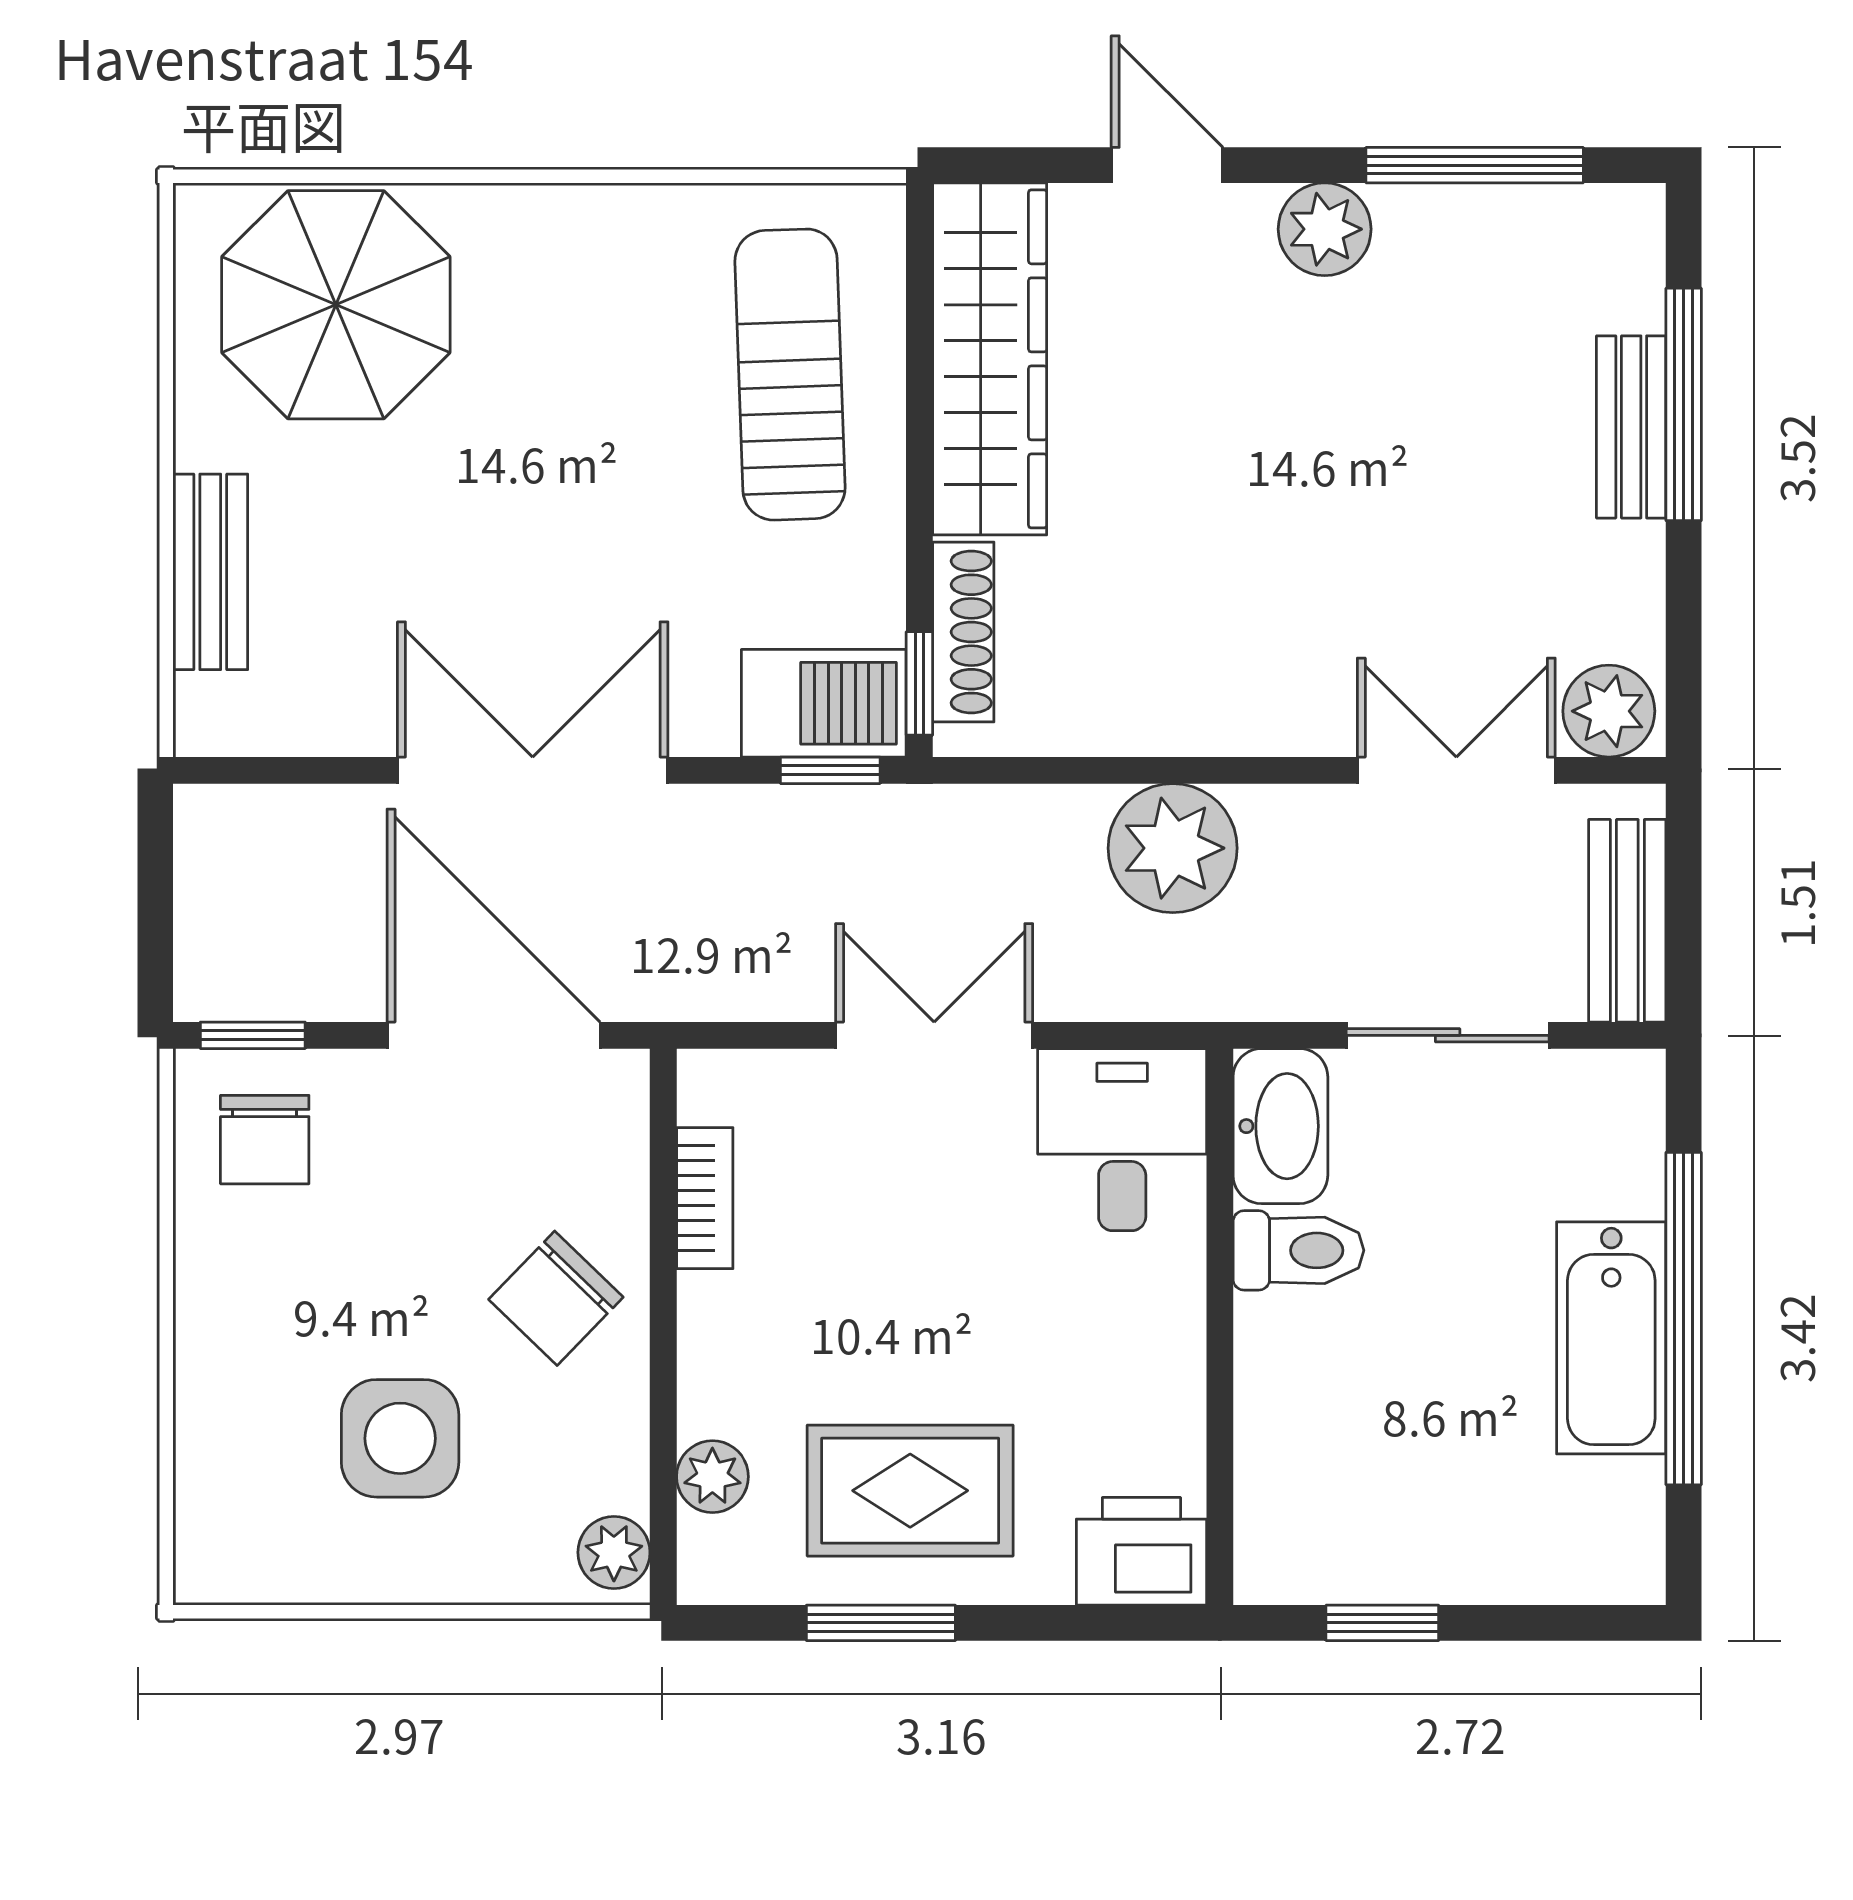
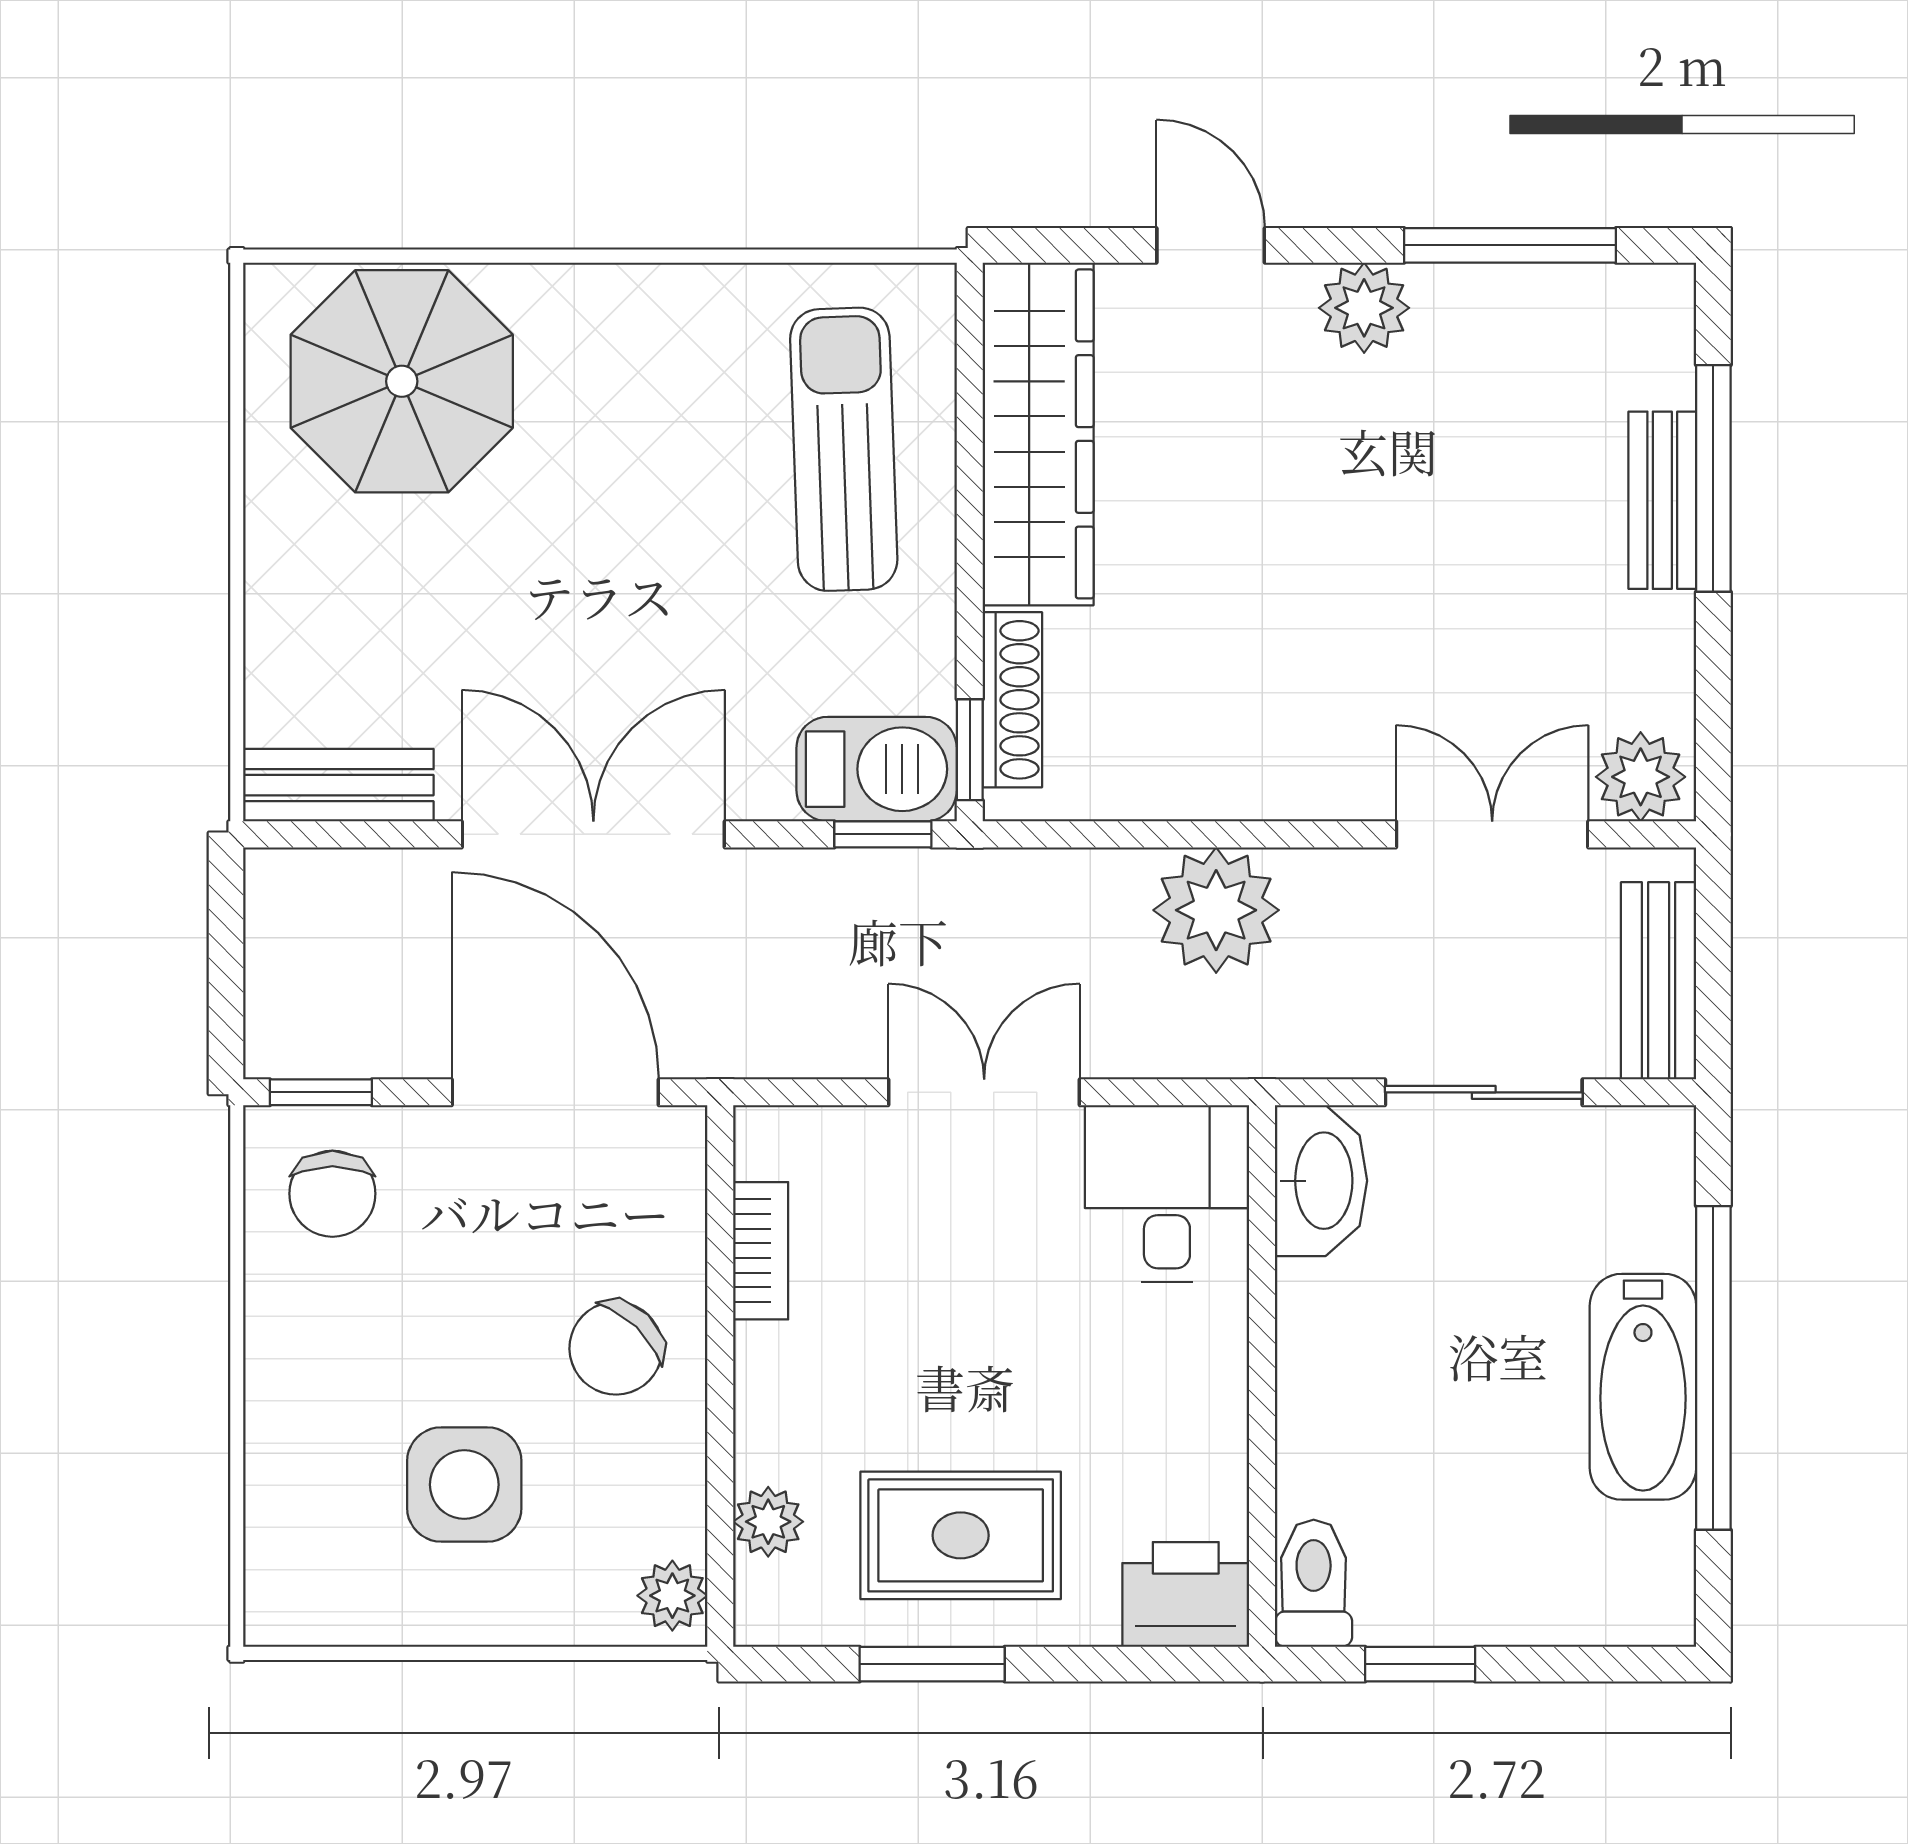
bench: (210, 572) -> (338, 785), moved, turned 90
toilet: (1298, 1250) -> (1314, 1583), moved, turned -90

